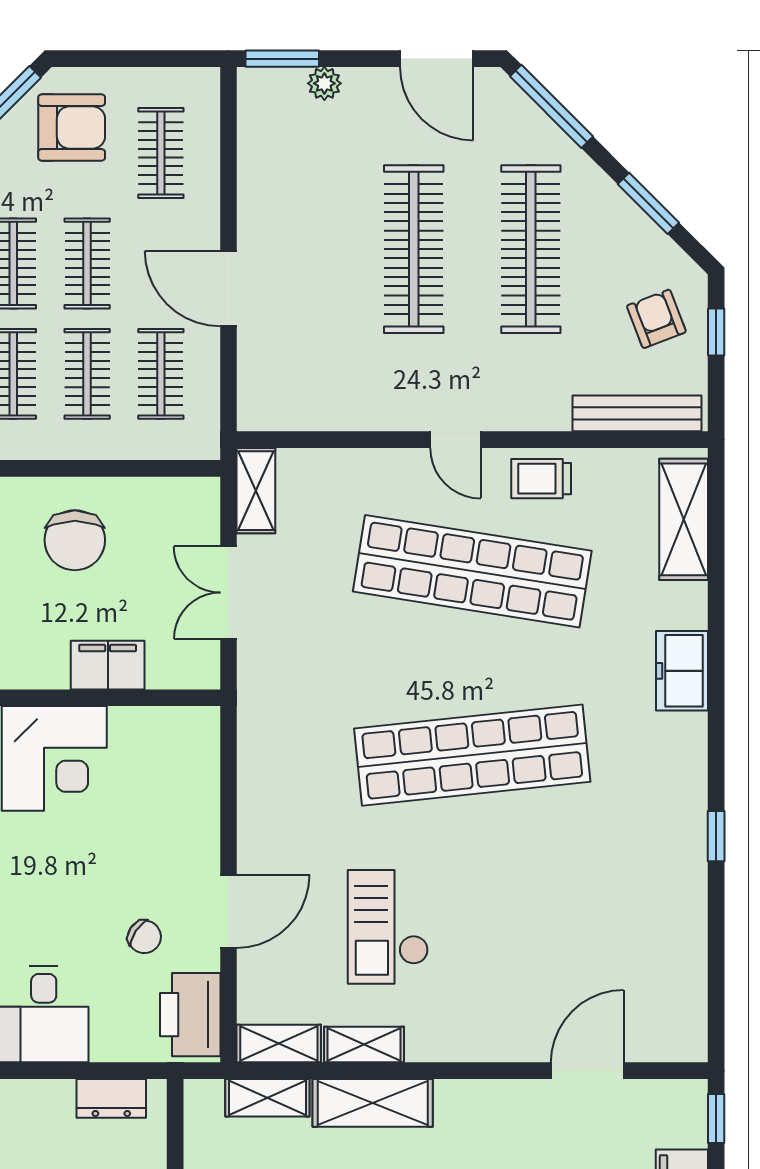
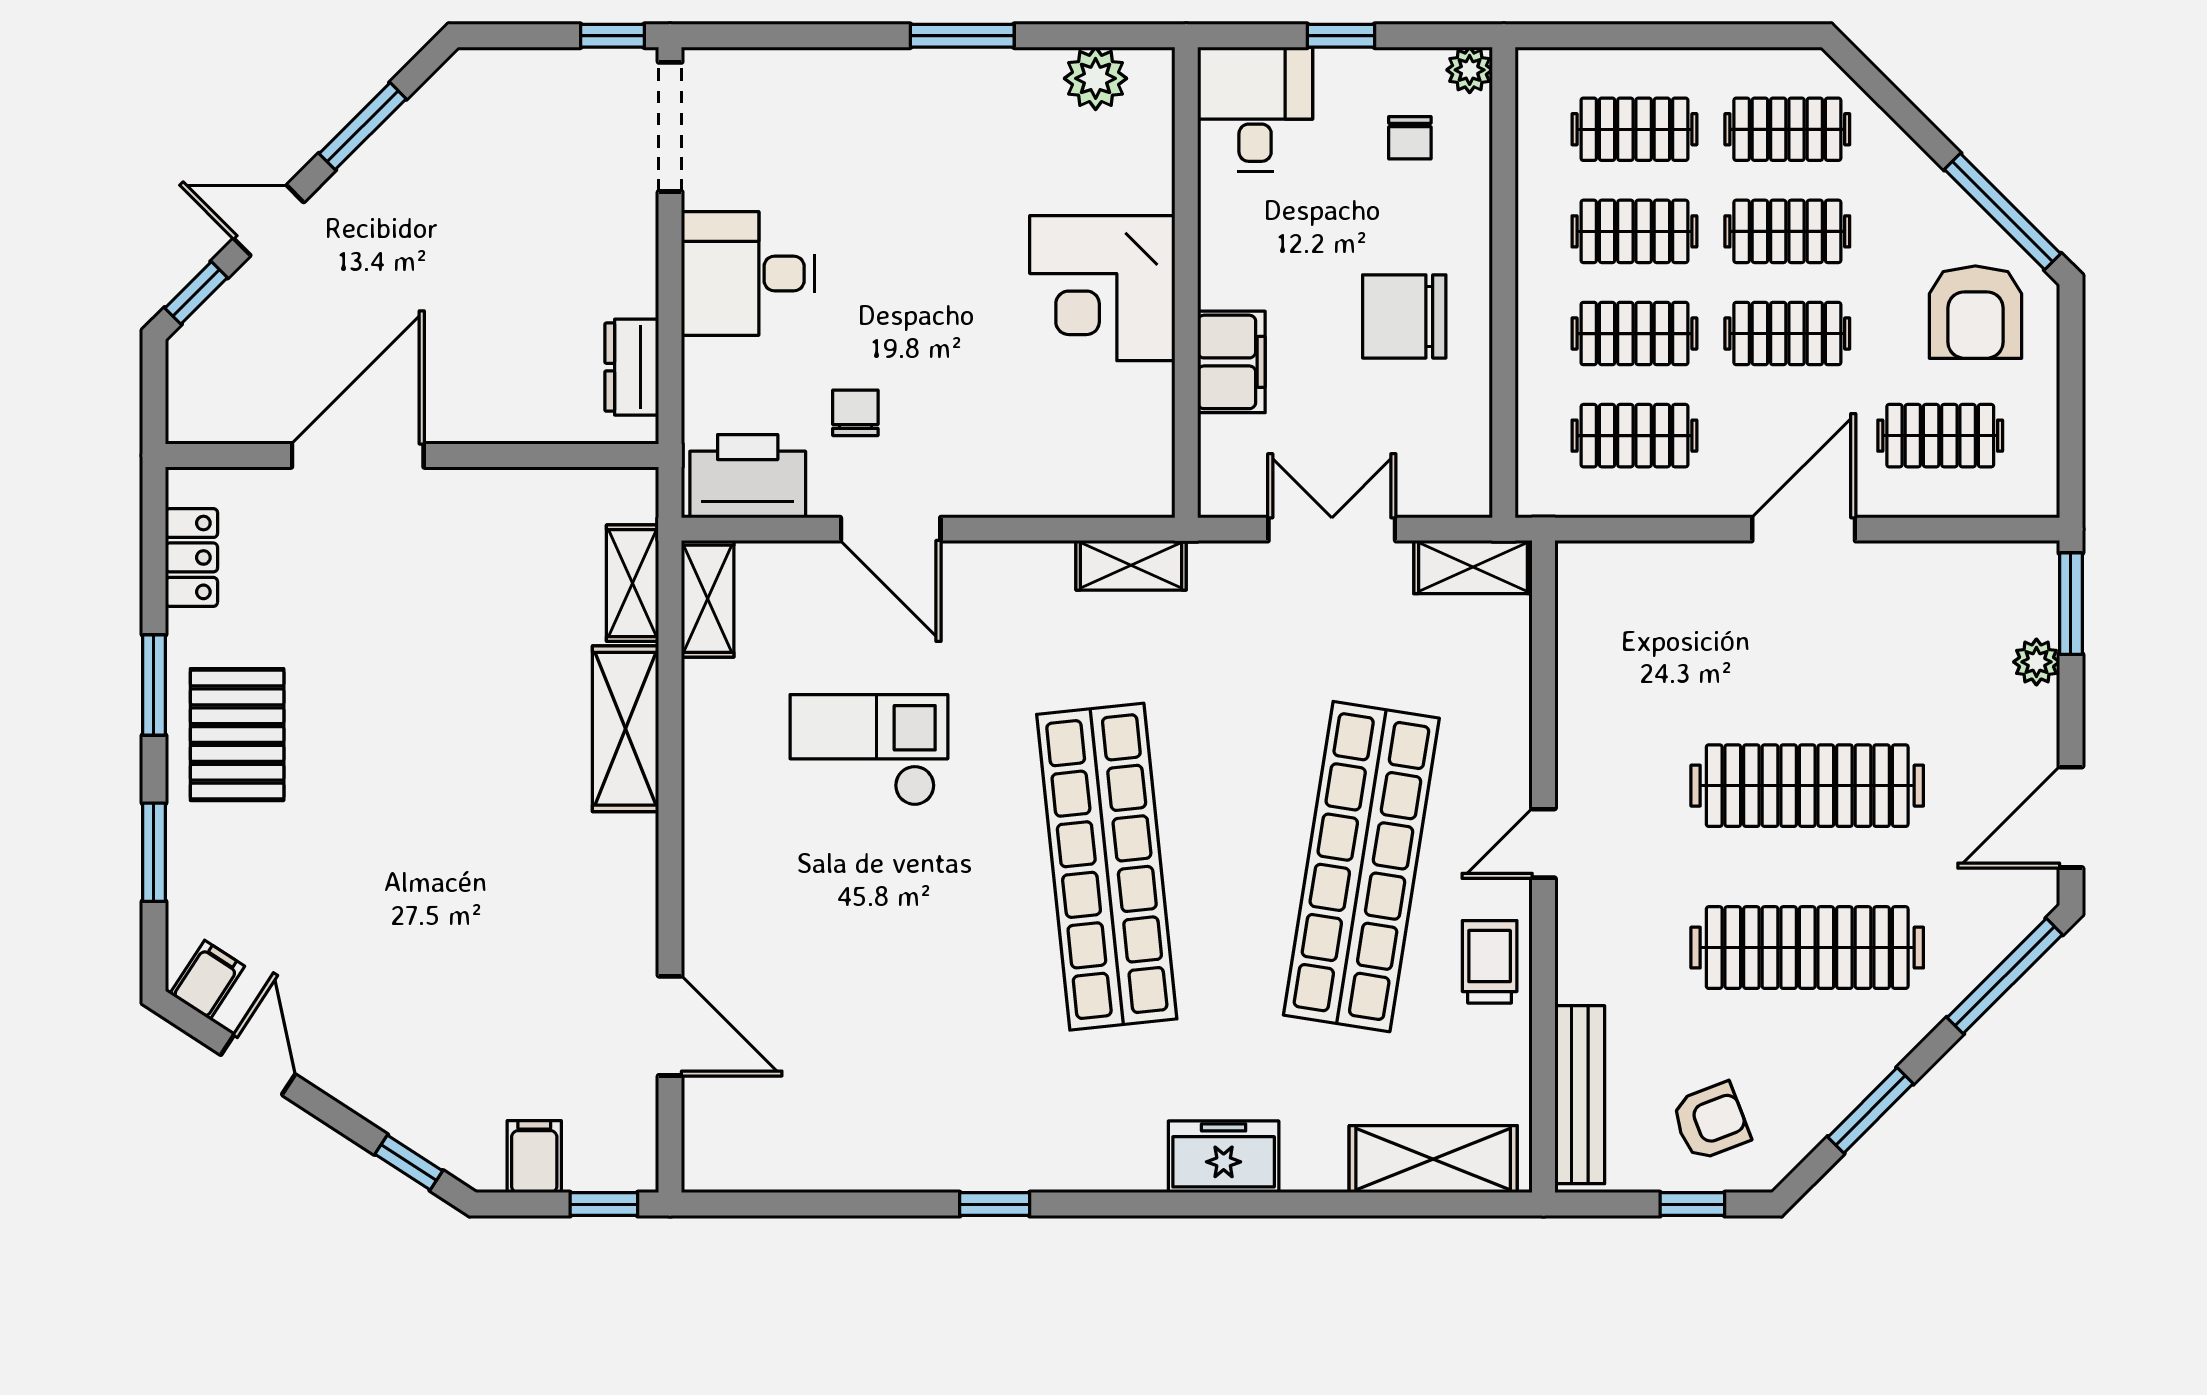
door: (228, 289) -> (1804, 529), moved
chair: (144, 937) -> (855, 413), turned 146
shelving: (364, 1045) -> (1131, 565), moved, turned 90

